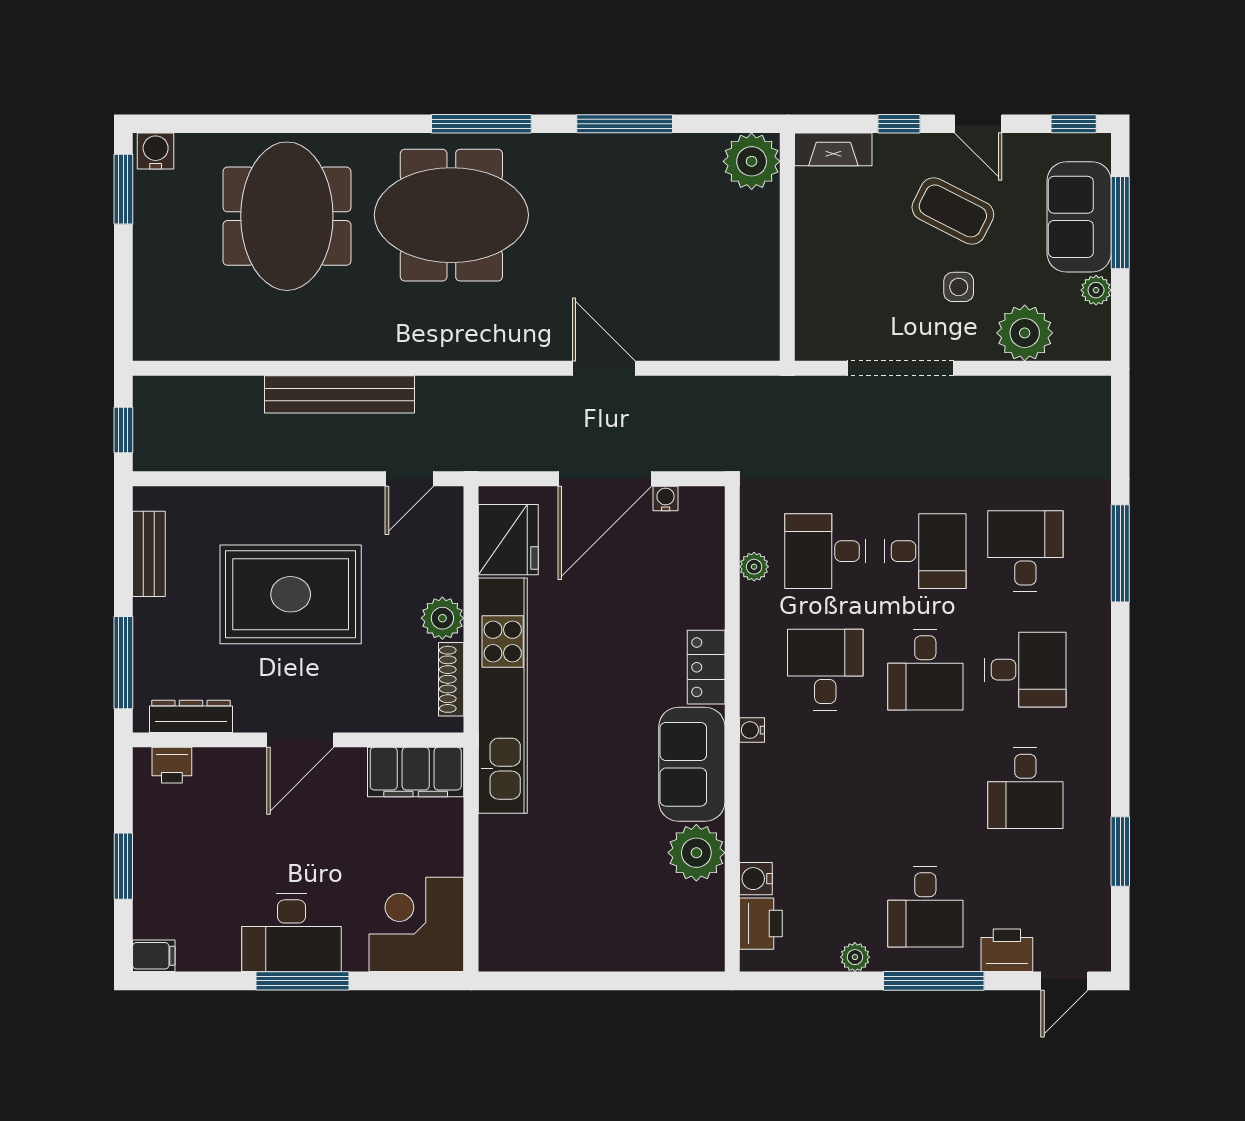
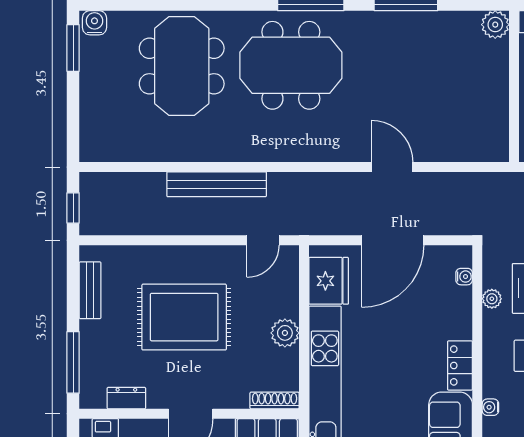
plant: (752, 161) -> (495, 25), width x0.73, depth x0.73
water cooler: (666, 498) -> (464, 277), moved, turned 90
shoe rack: (451, 679) -> (275, 401), moved, turned 90
dresser: (191, 716) -> (126, 398), width x0.70

